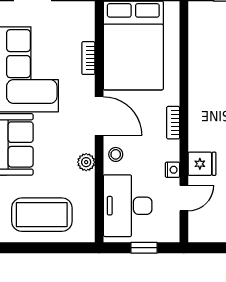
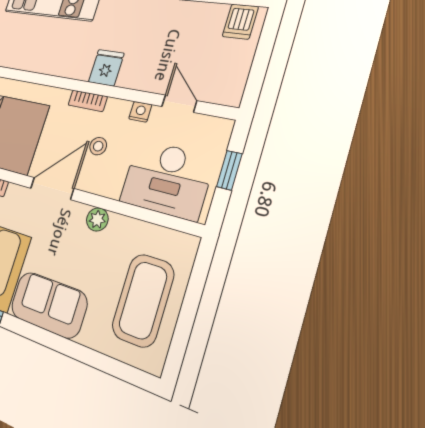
stool: (116, 154) -> (98, 146), moved
fridge: (202, 164) -> (106, 68), moved

